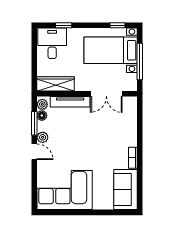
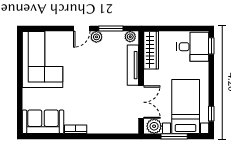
window: (64, 25) -> (211, 46), moved
window: (140, 62) -> (174, 136), width x0.69
plant: (130, 81) -> (154, 126), added
double door: (106, 94) -> (141, 102), swing flipped
floor lamp: (42, 116) -> (119, 36), removed

